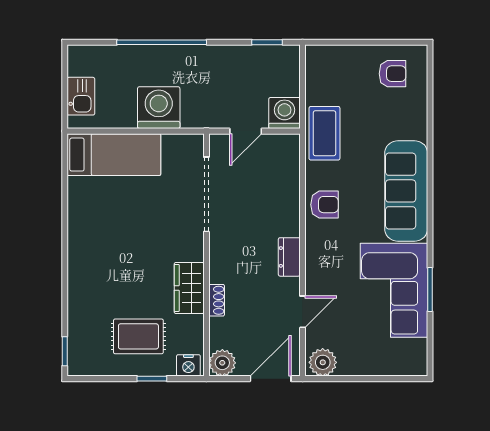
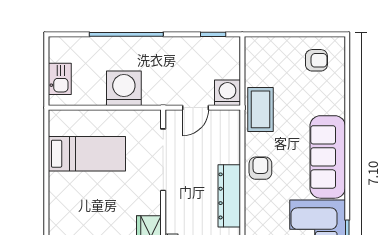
bed: (114, 155) -> (87, 154), moved
armchair: (325, 205) -> (260, 168), turned -90
dresser: (289, 257) -> (229, 196), width x1.96, depth x1.24

